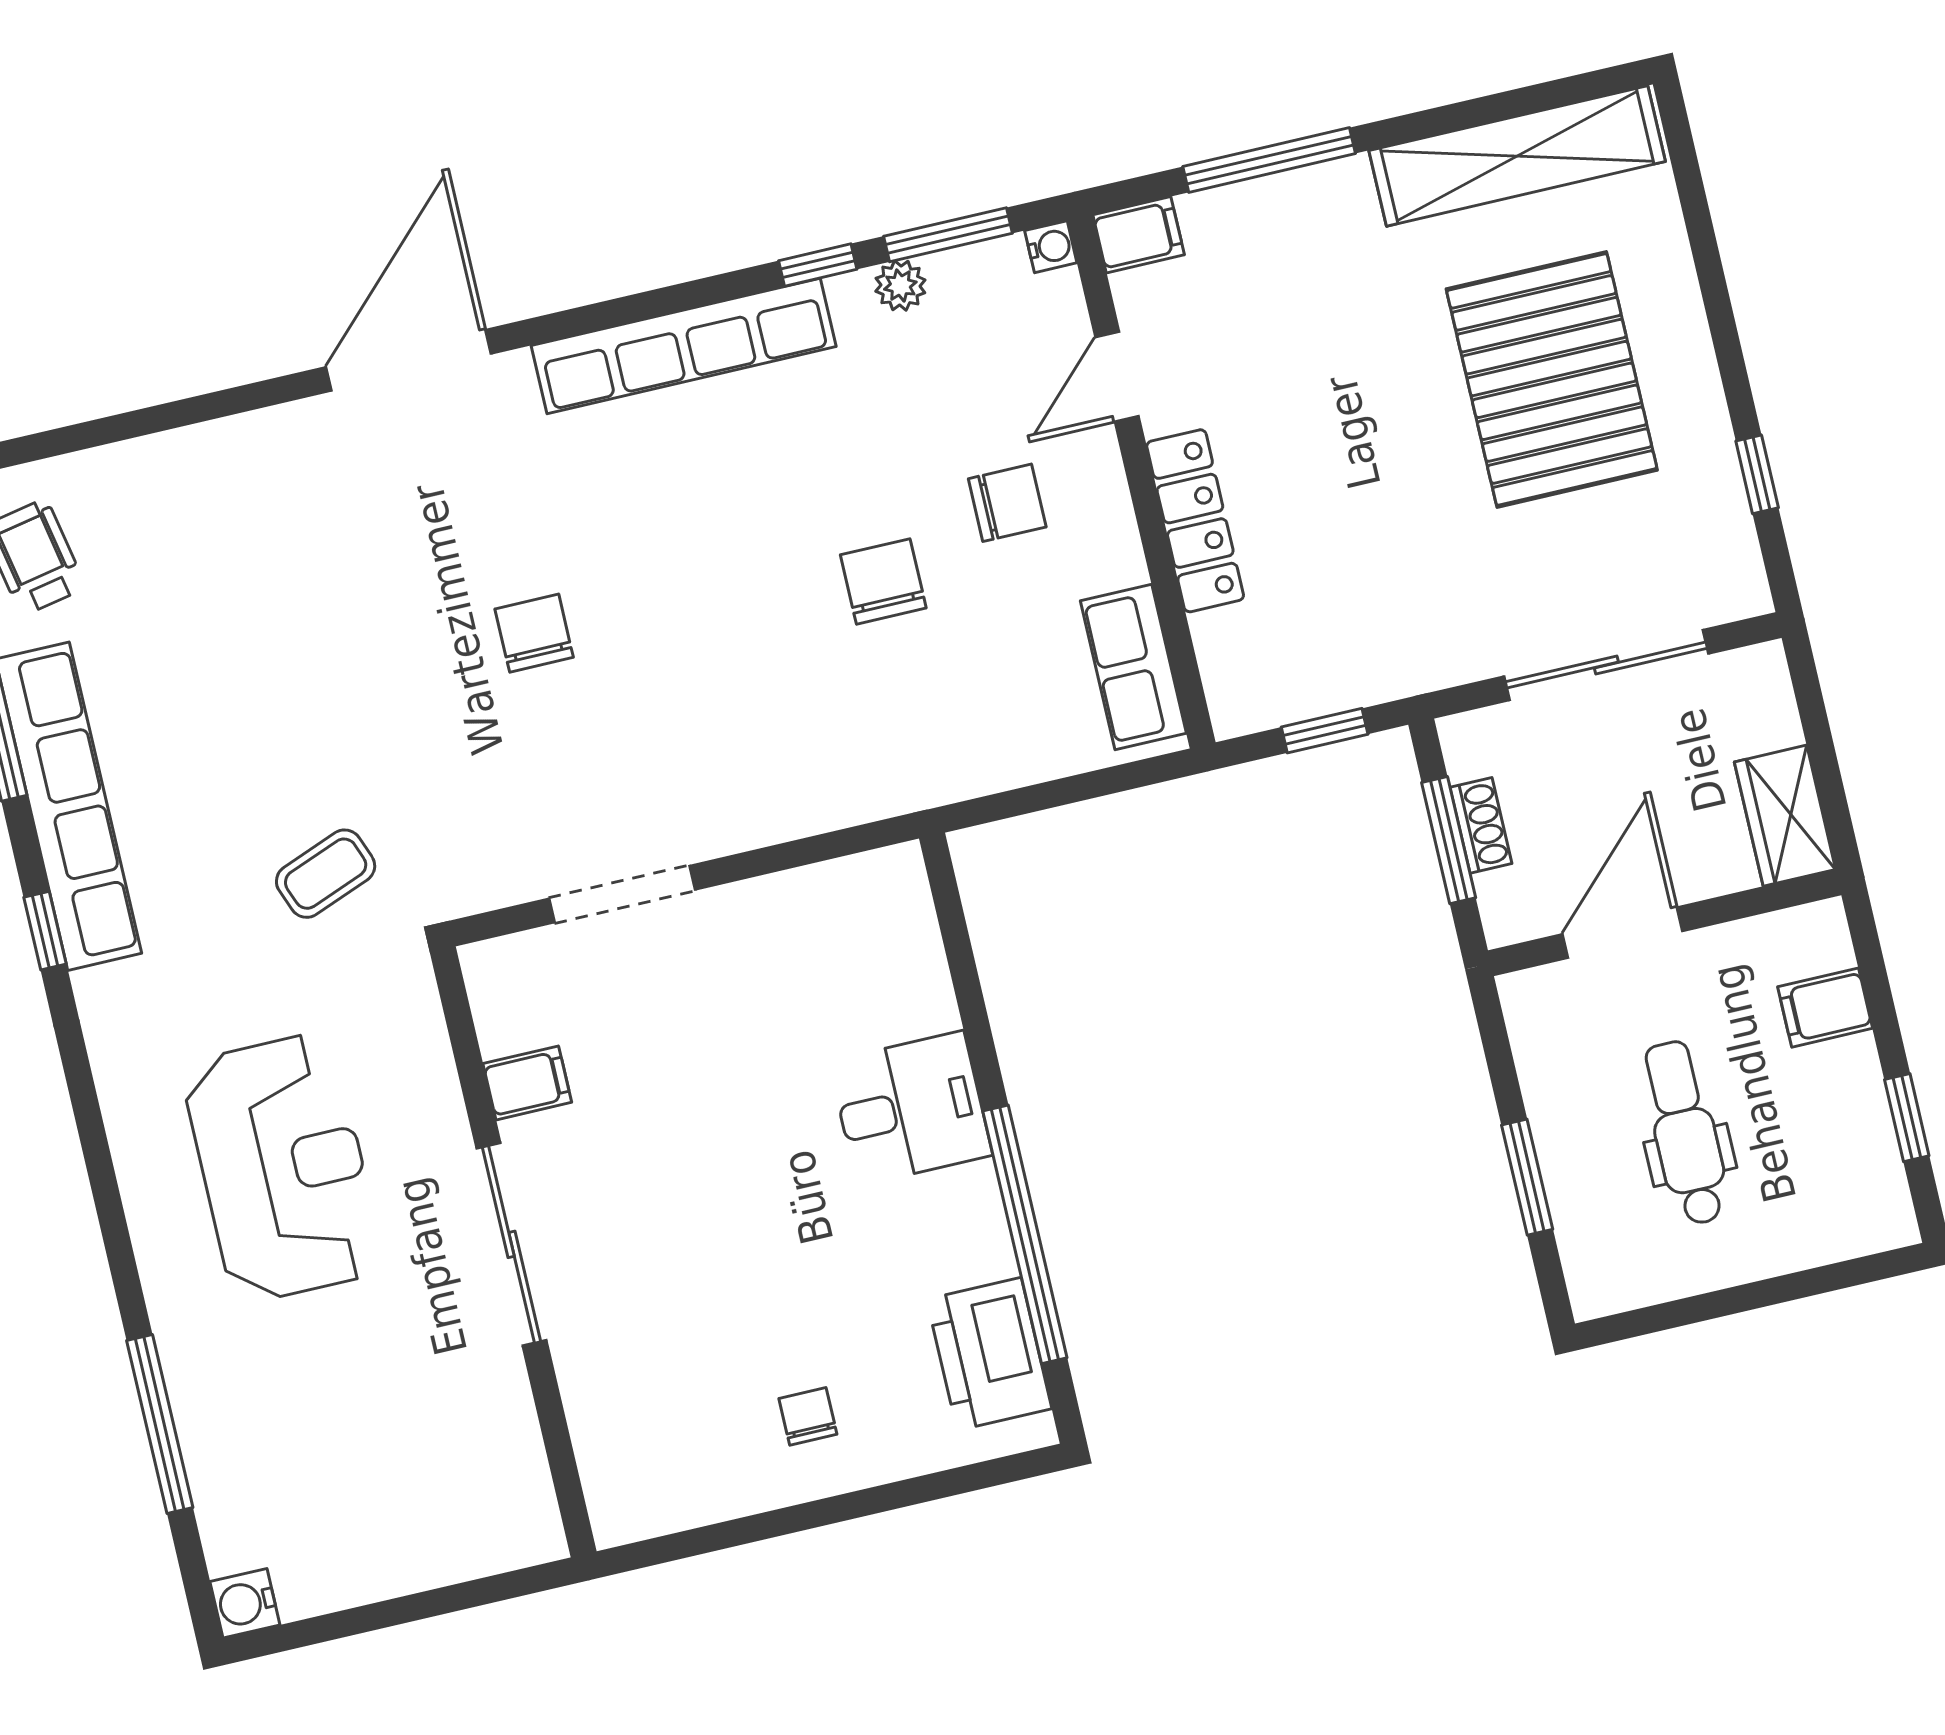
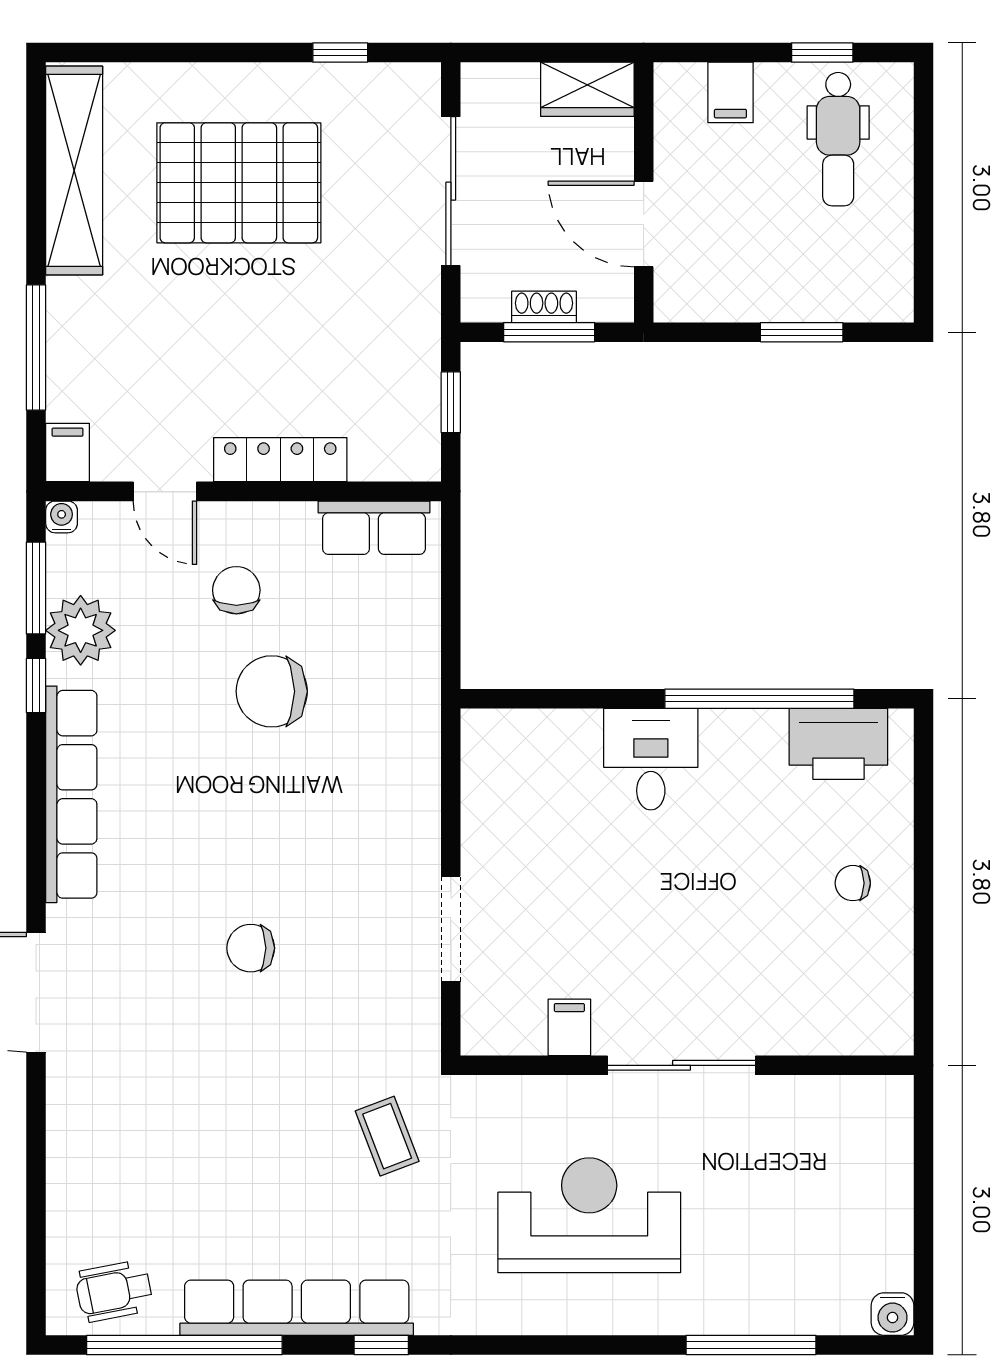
plant: (900, 286) -> (81, 630), width x1.88, depth x1.88
chair: (883, 581) -> (272, 691), width x1.37, depth x1.37
dental chair: (1685, 1133) -> (838, 139), moved, turned -90

